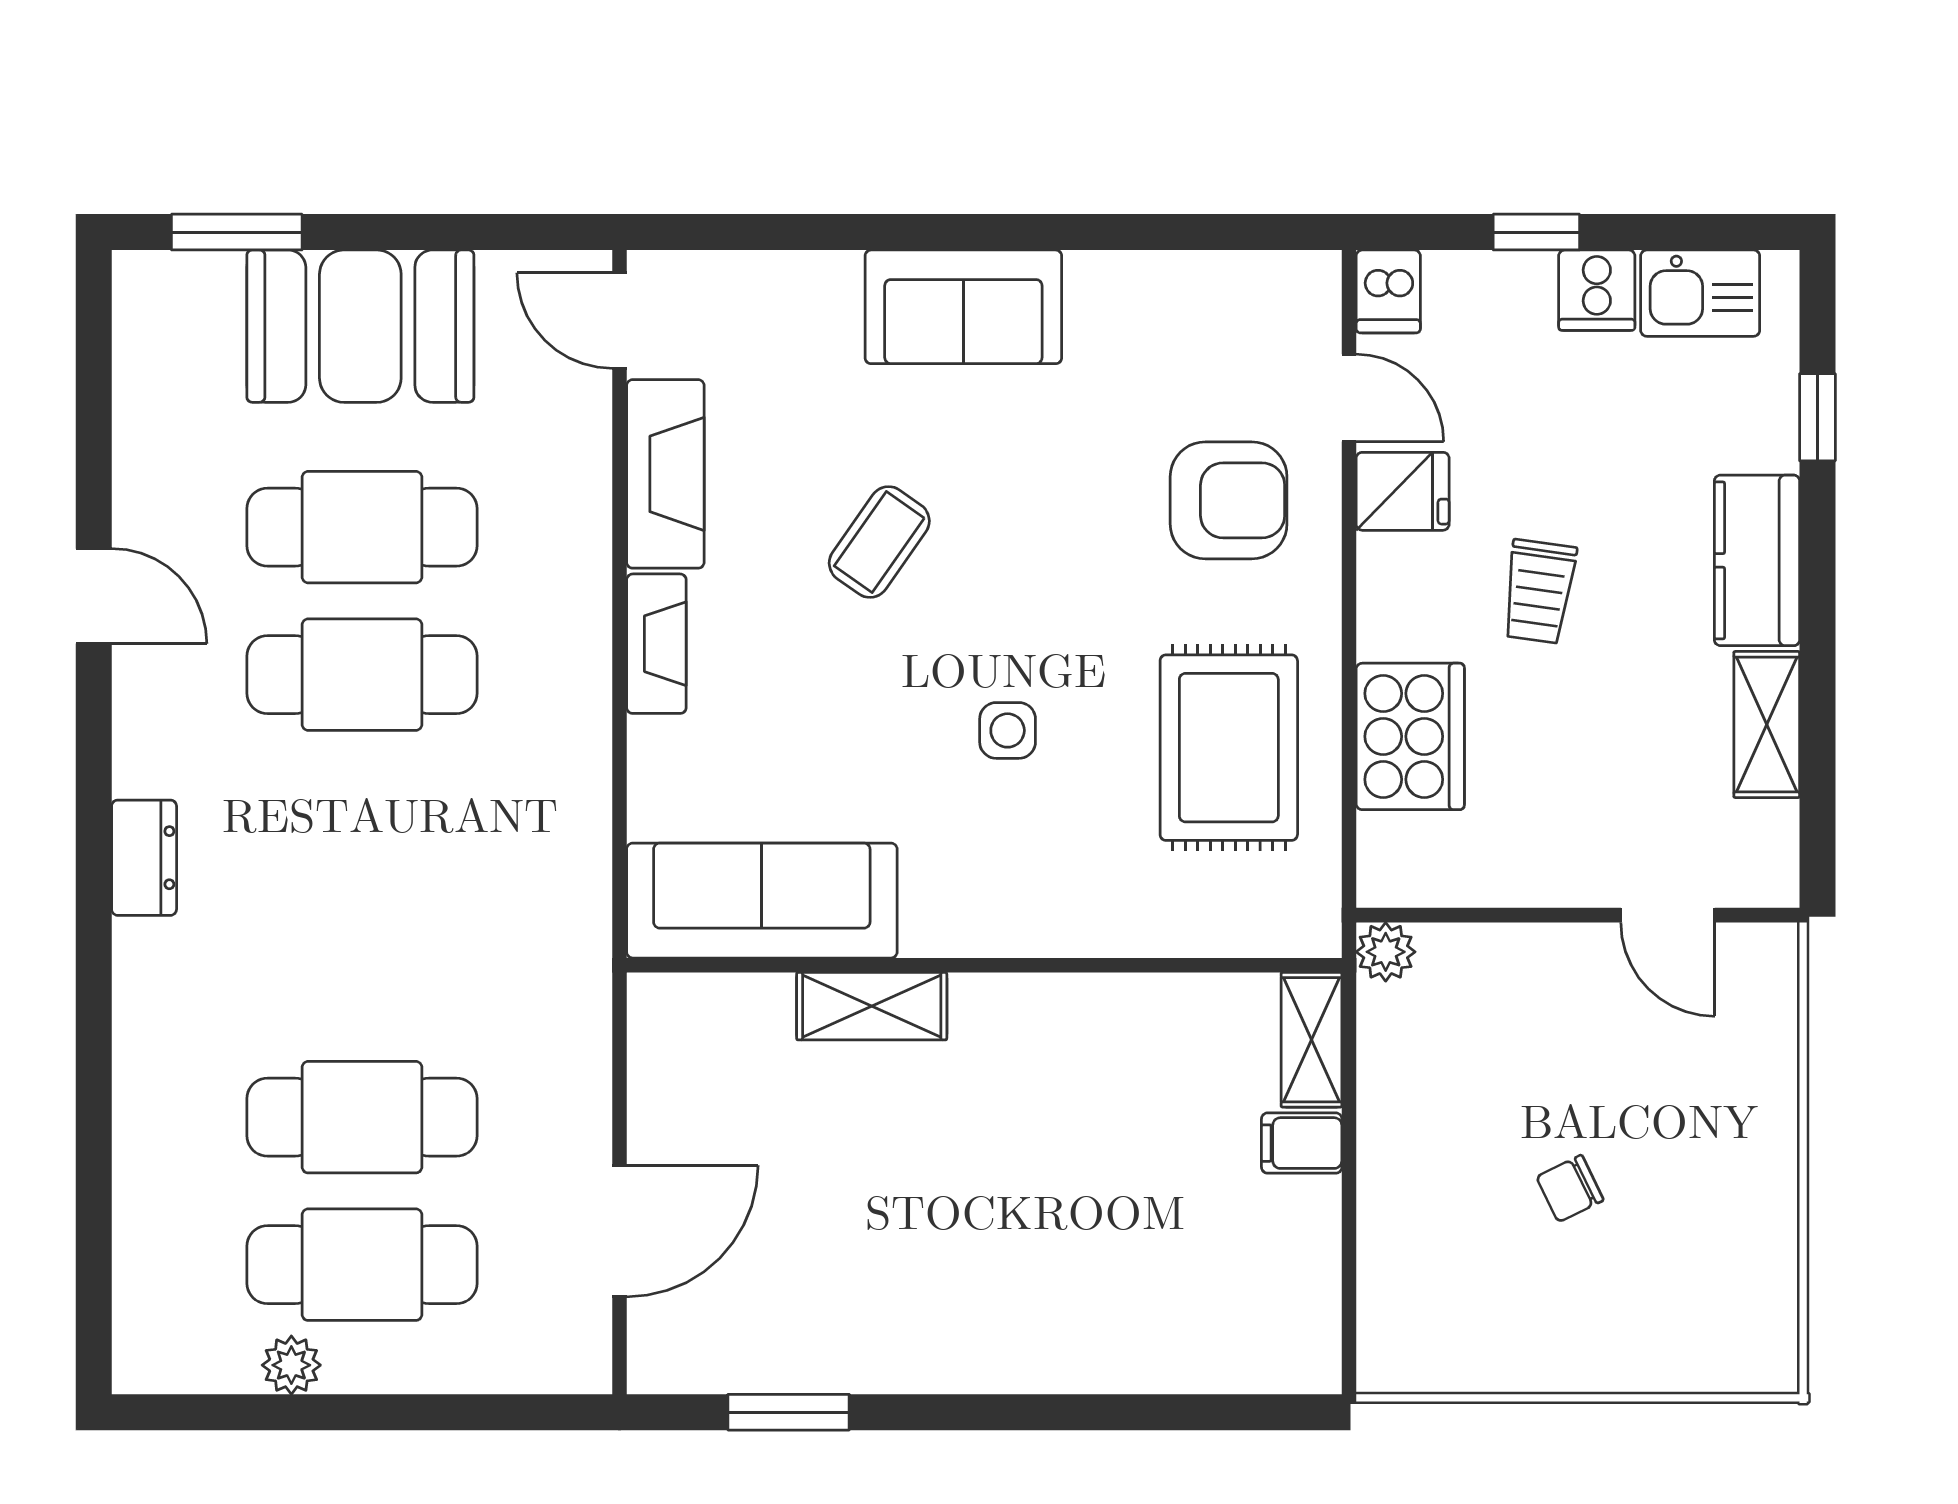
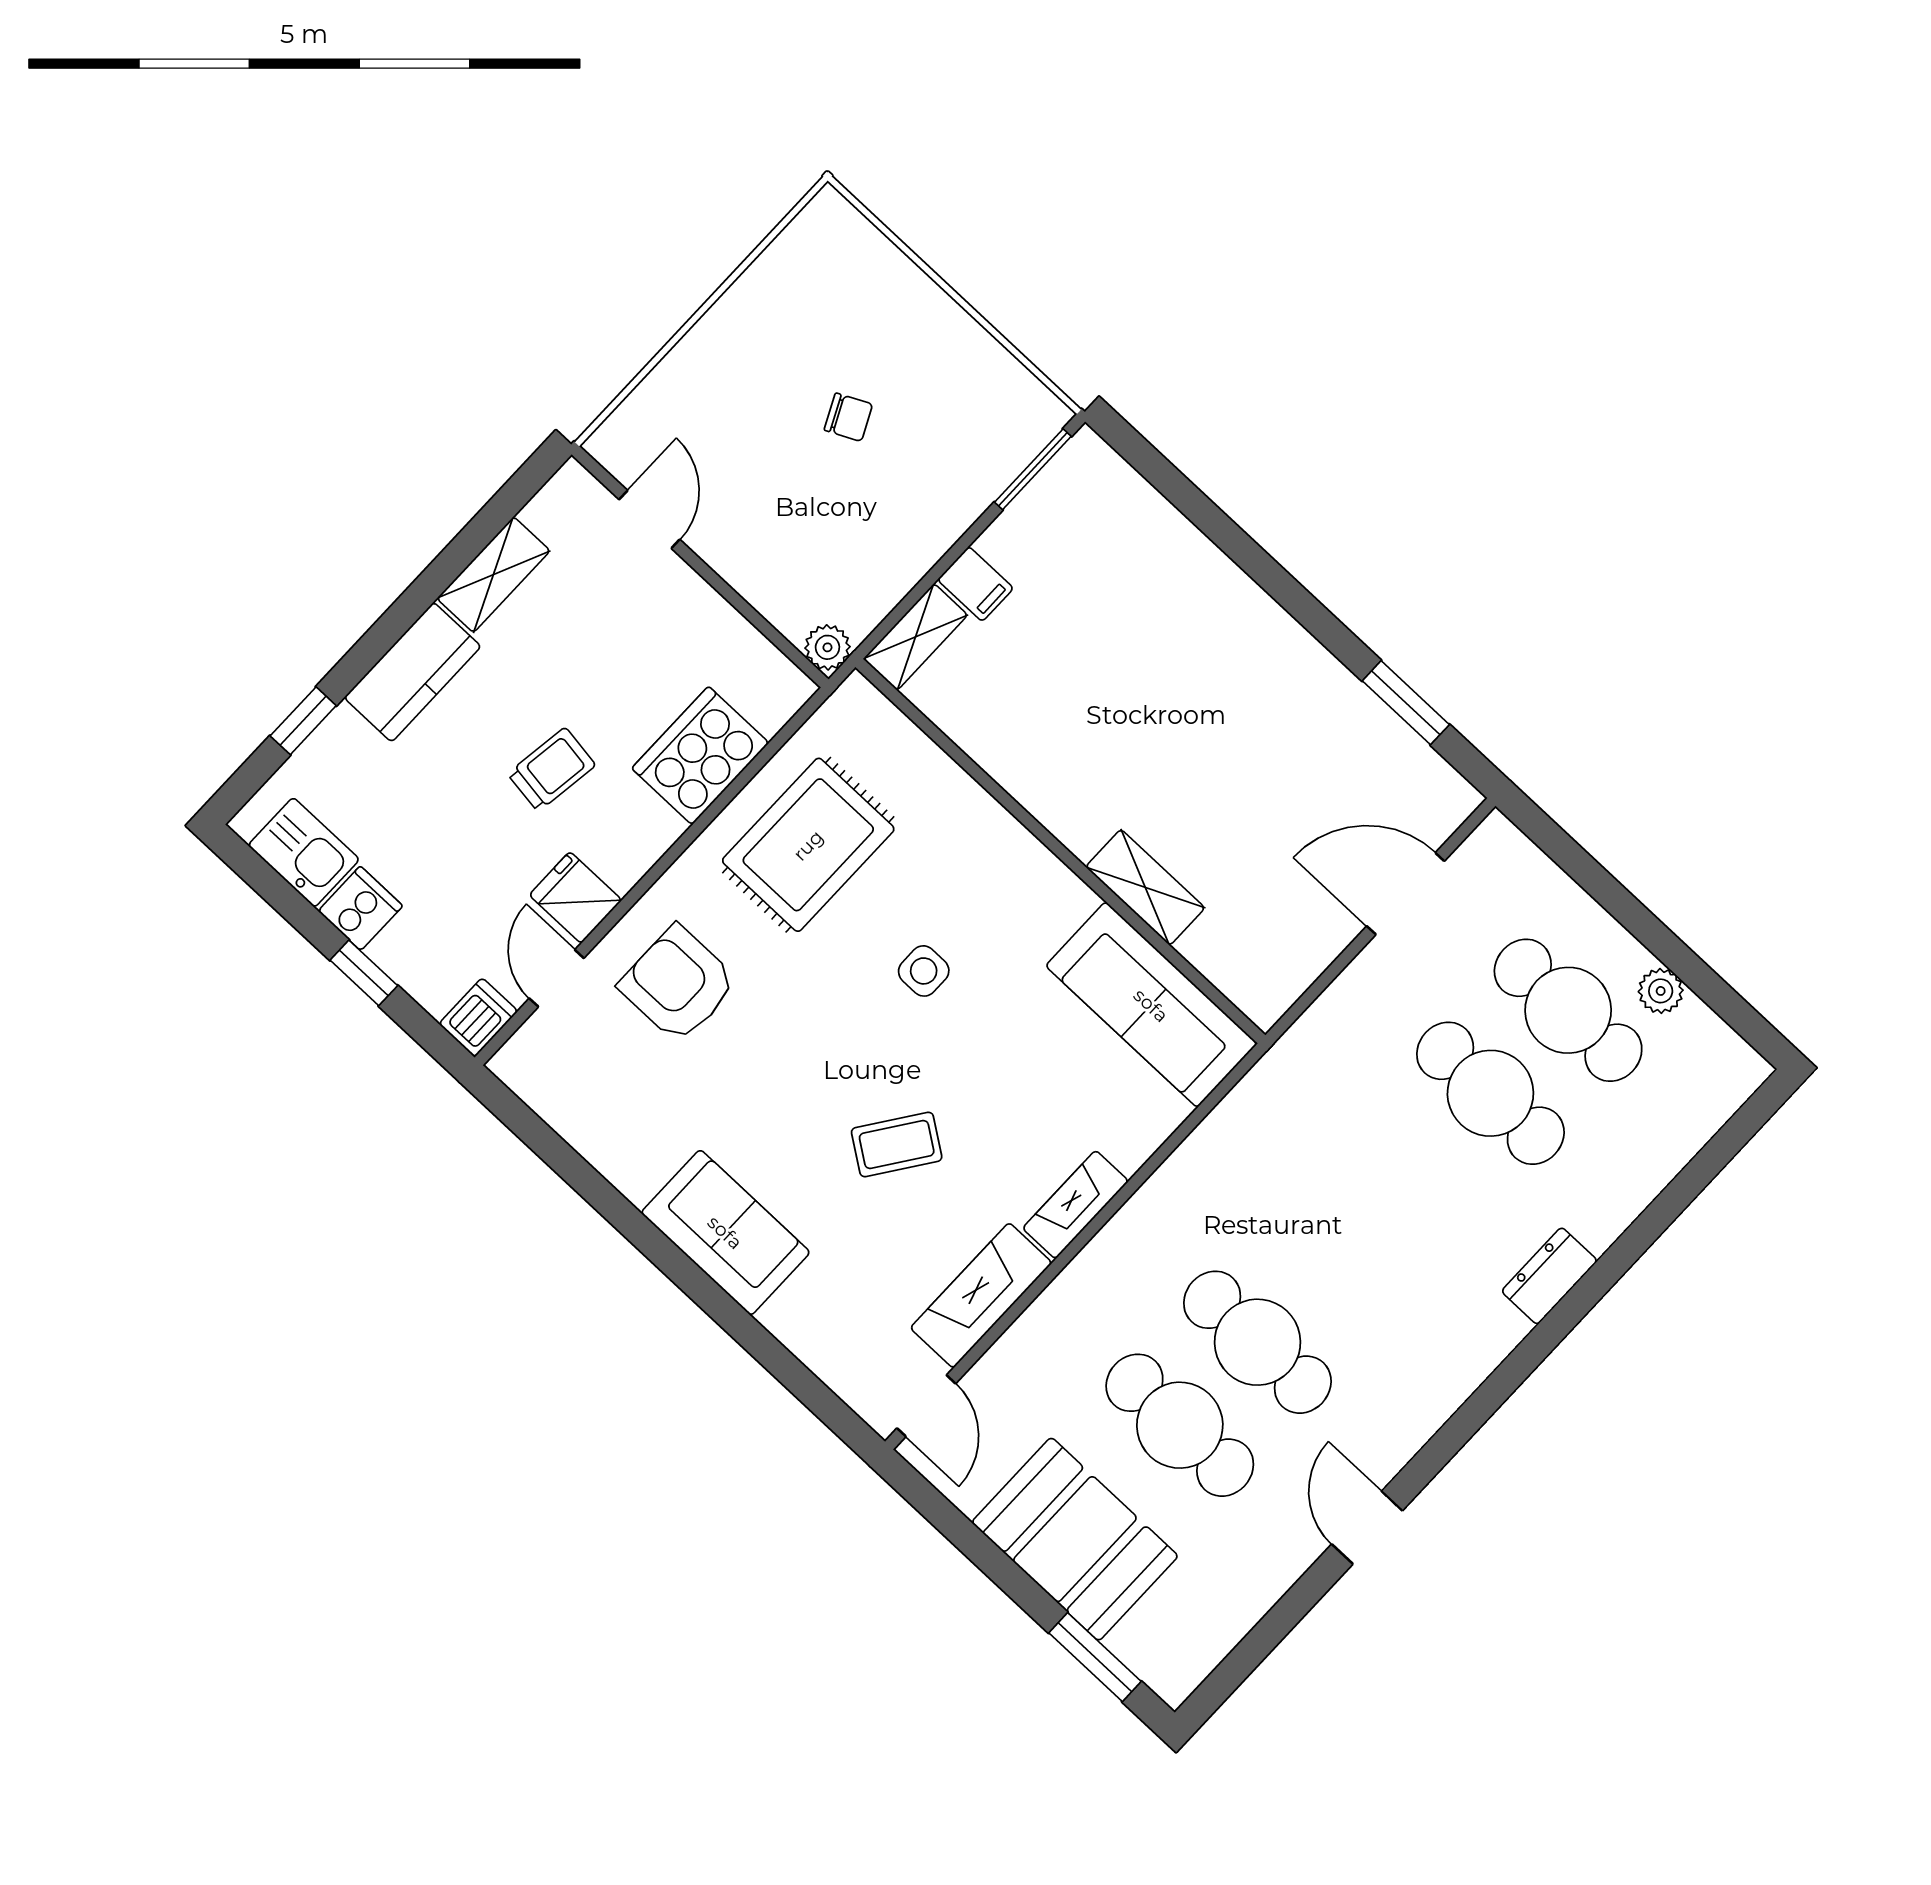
dresser: (144, 858) -> (1549, 1276), moved
window: (1349, 1303) -> (1033, 469), added

